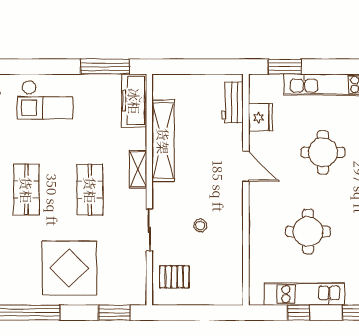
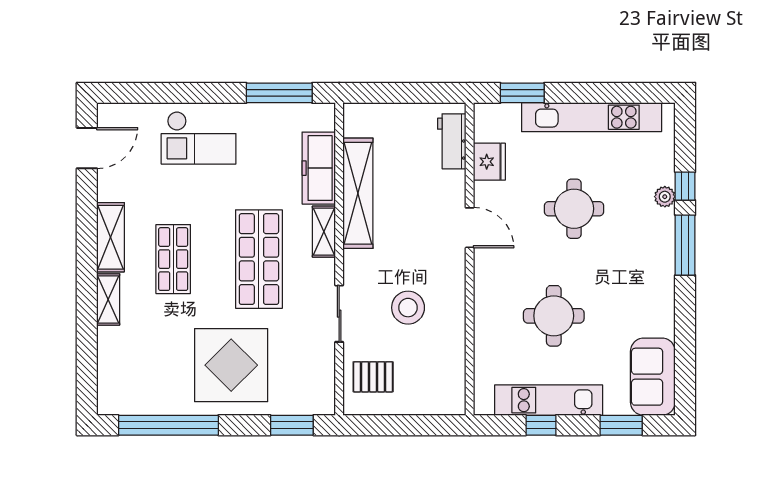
freezer: (134, 101) -> (319, 168), moved
shop shelf: (90, 190) -> (259, 259), width x1.43, depth x1.36
stool: (200, 225) -> (408, 308), width x1.89, depth x1.89

